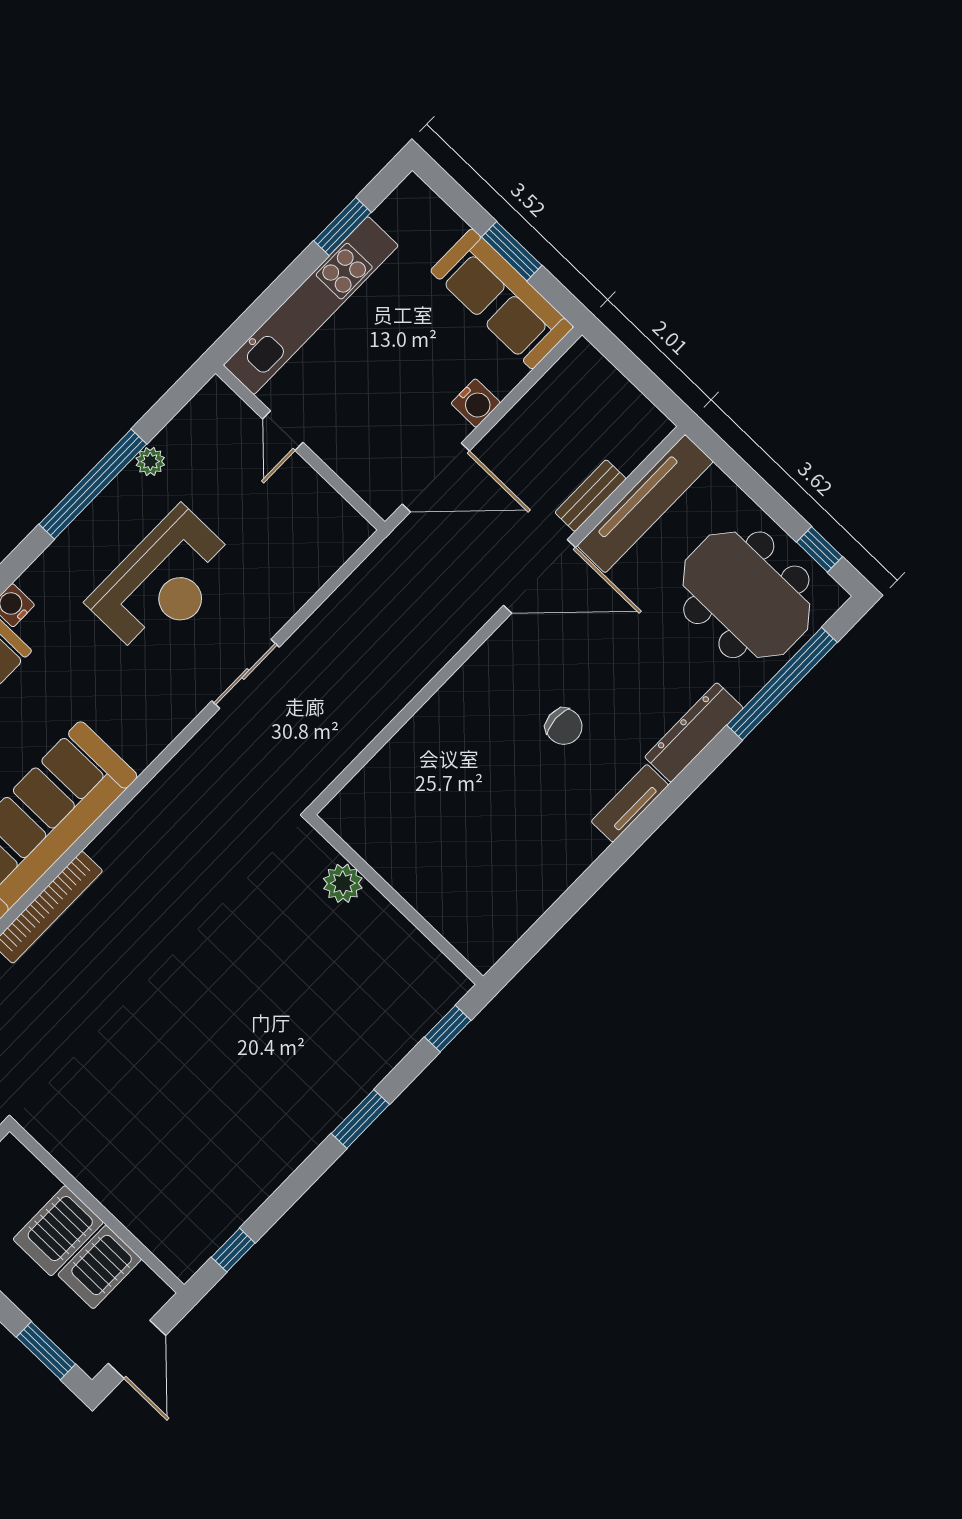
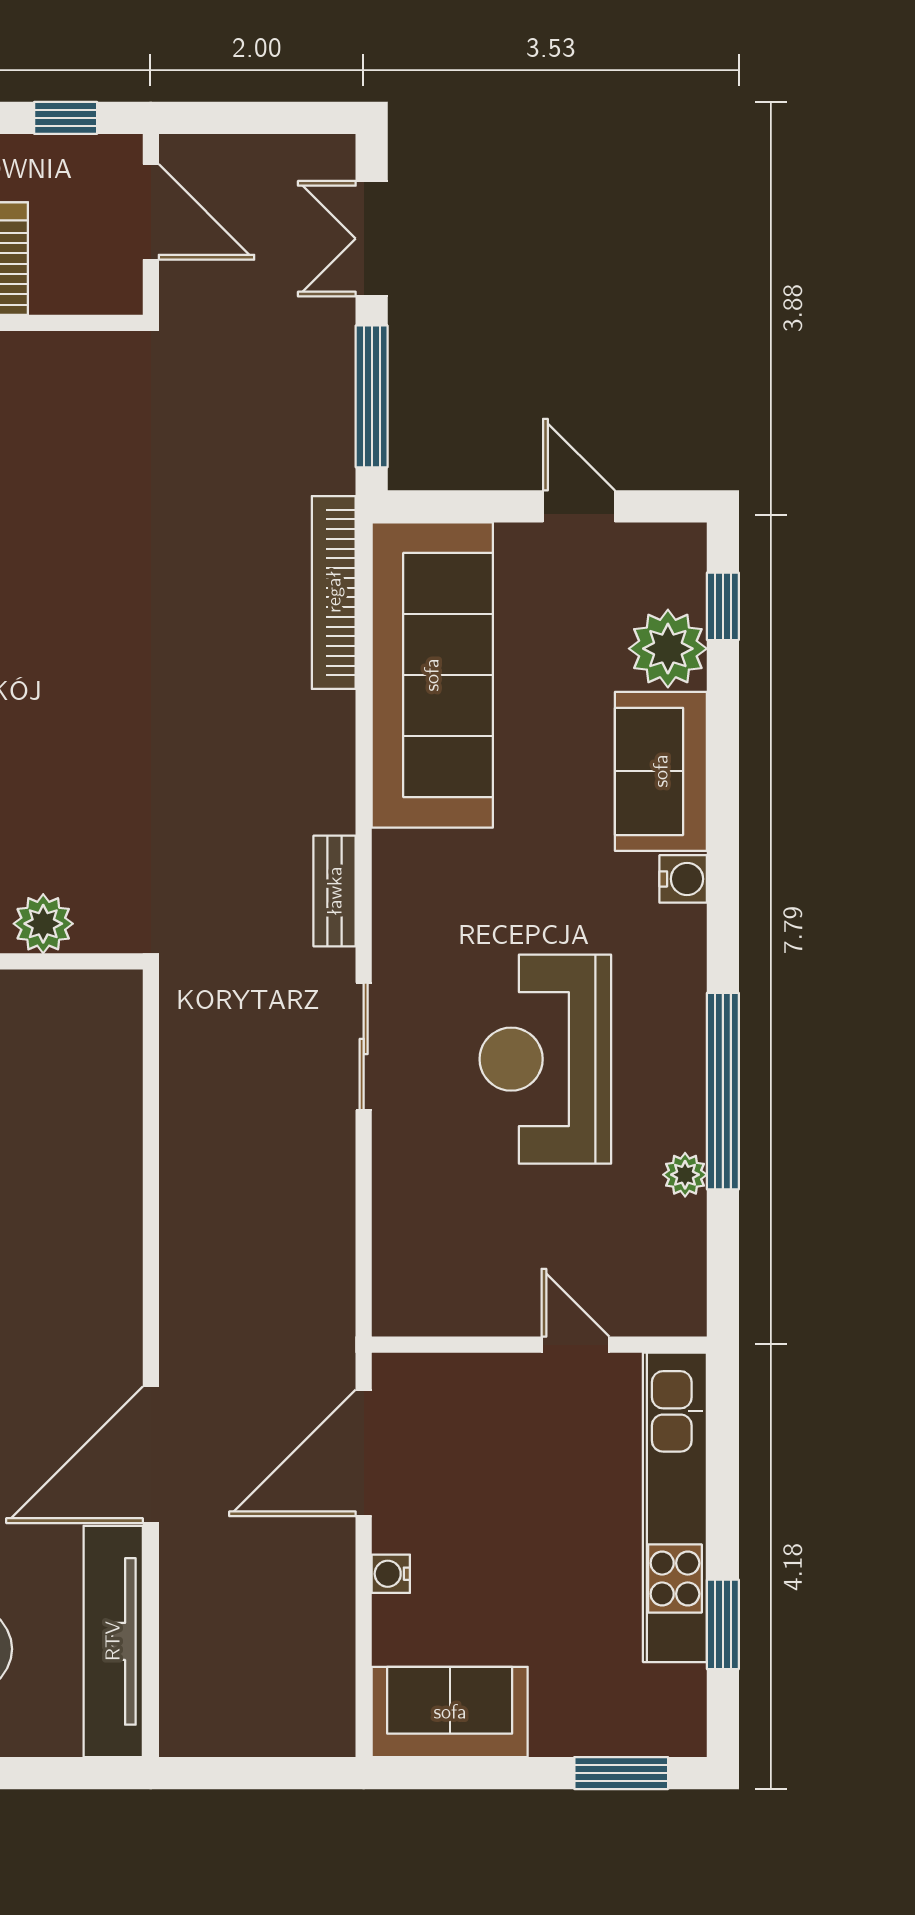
window: (512, 251) -> (621, 1773), moved
sofa: (502, 299) -> (450, 1712), width x0.73
water cooler: (476, 403) -> (391, 1574), width x0.72, depth x0.72
bench: (590, 496) -> (335, 891), moved

